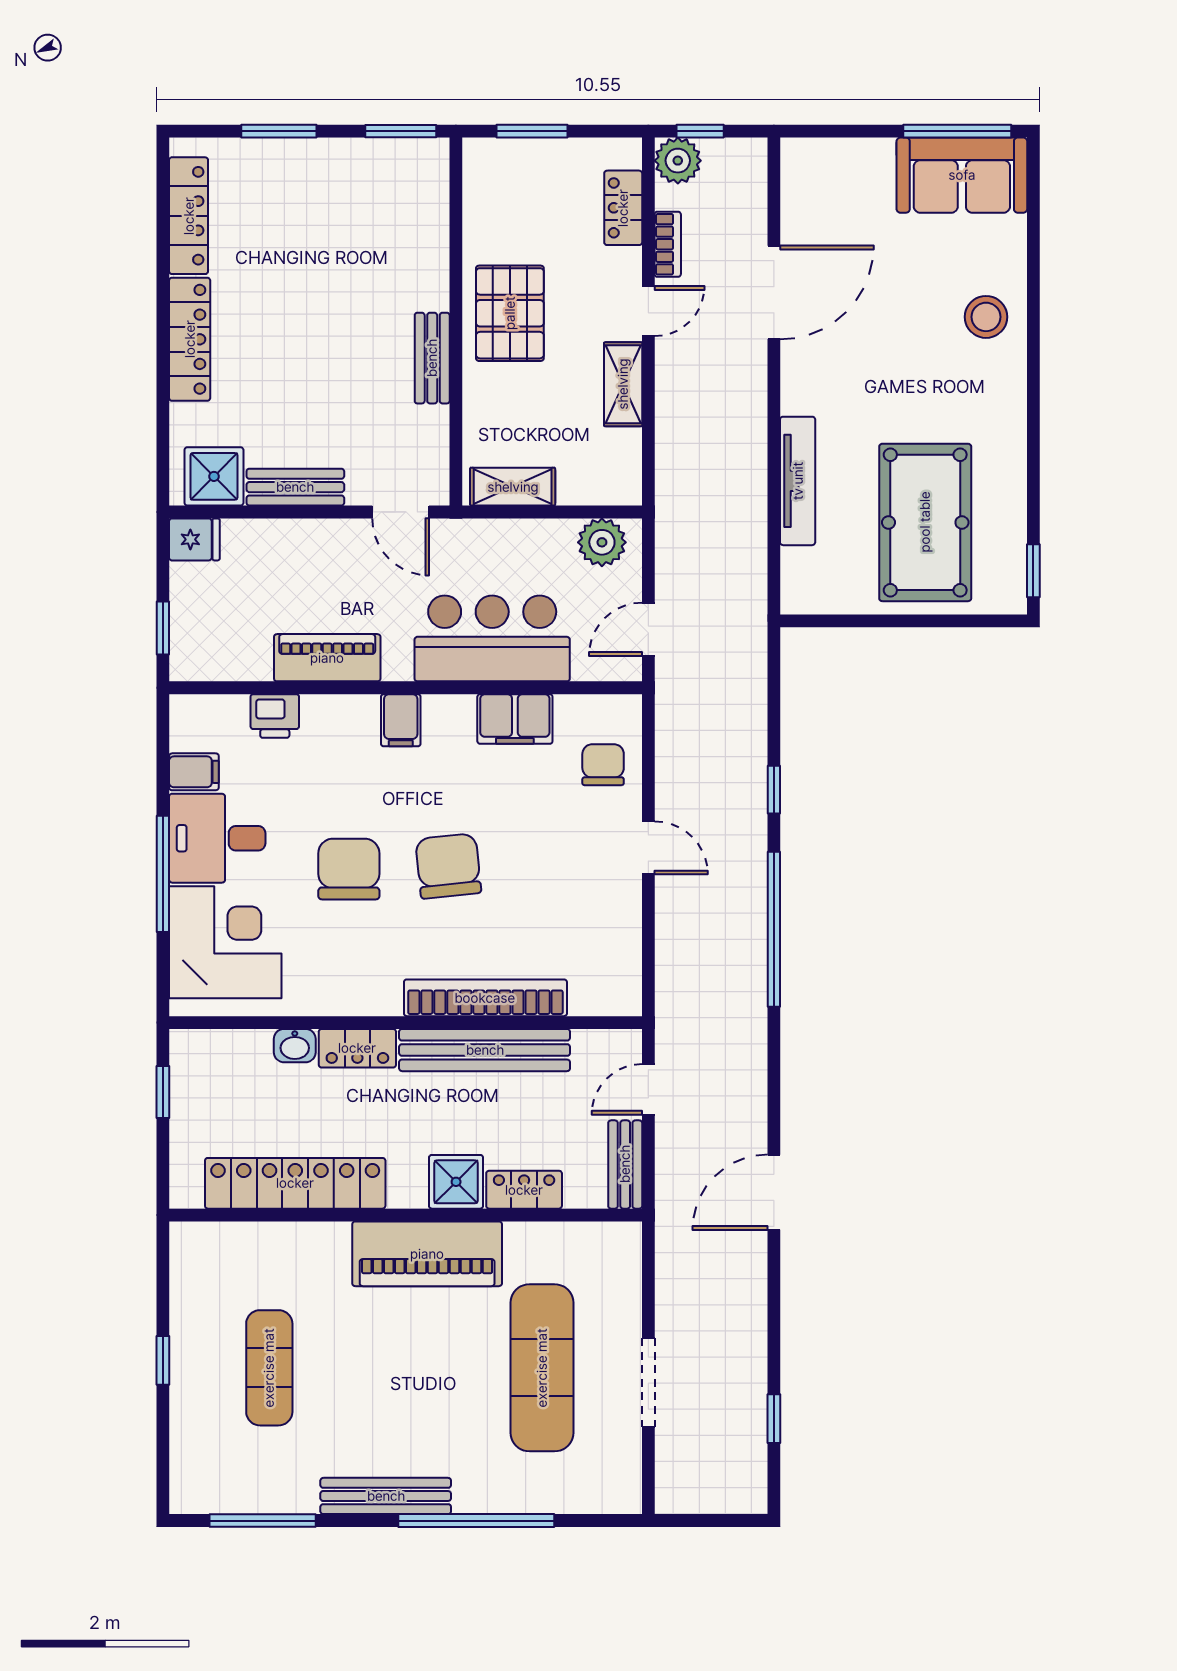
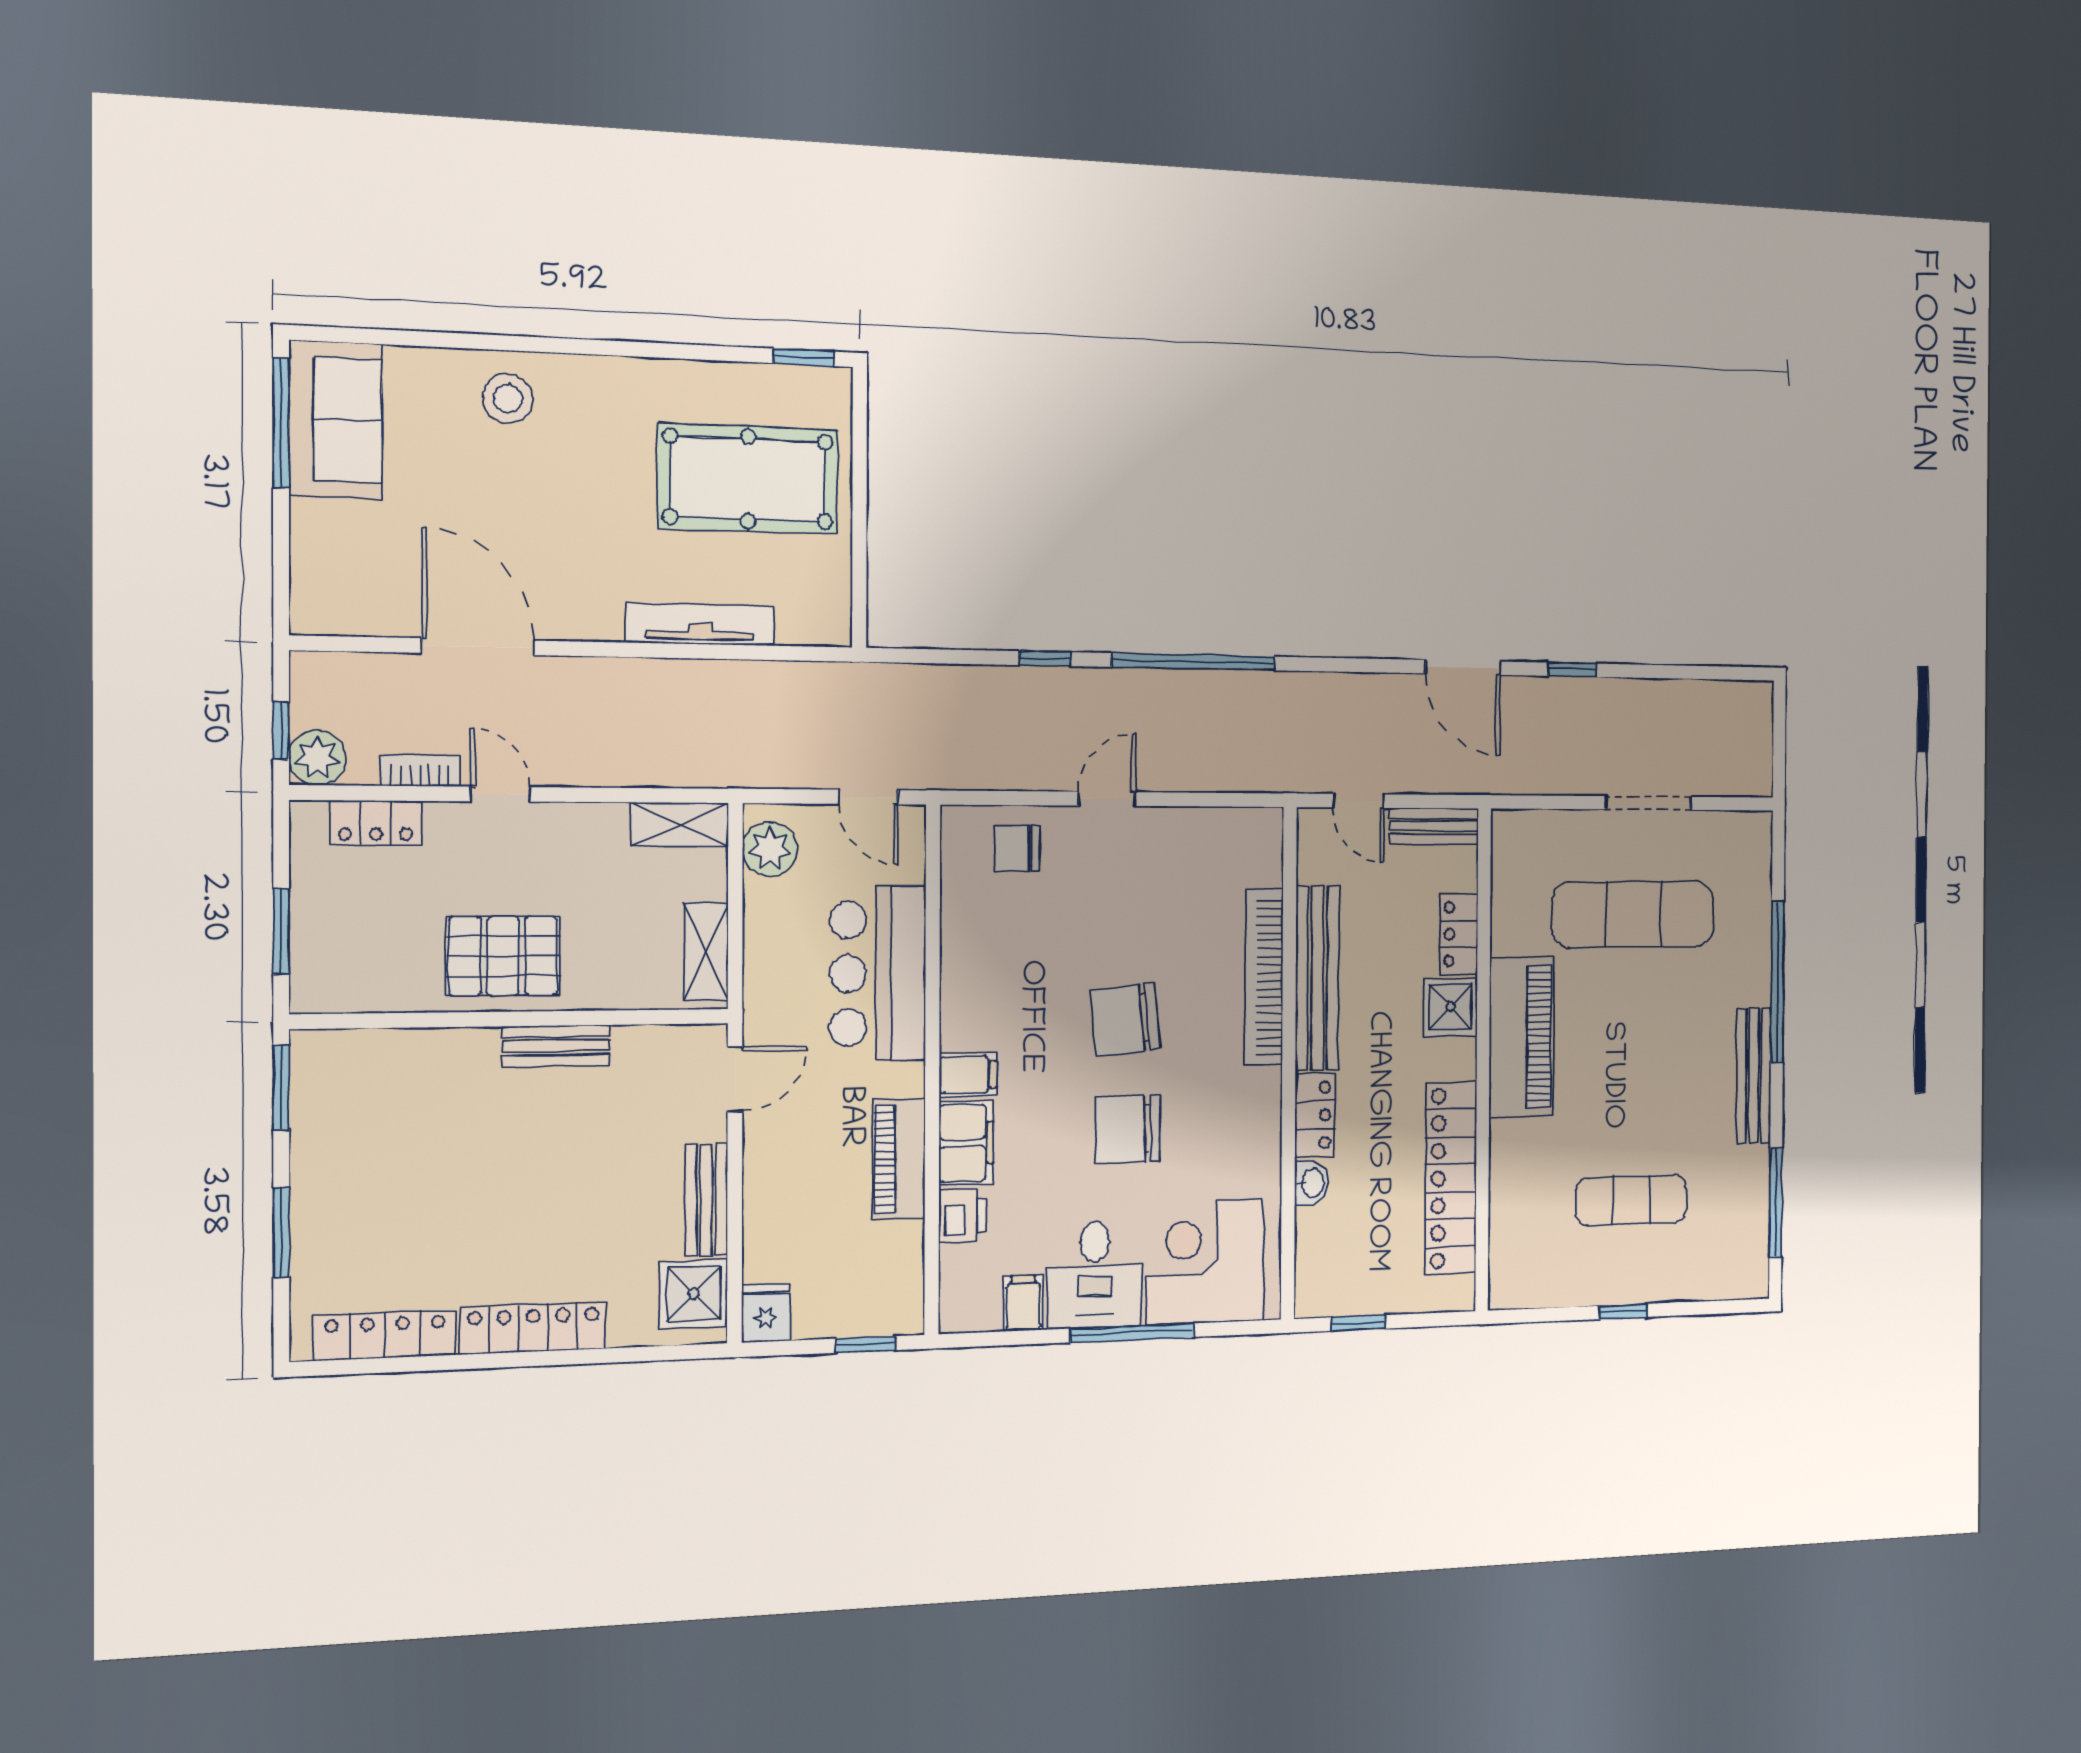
shelving: (623, 384) -> (680, 825), moved
filing cabinet: (515, 719) -> (966, 1143), moved
window: (774, 1419) -> (1572, 670), moved

